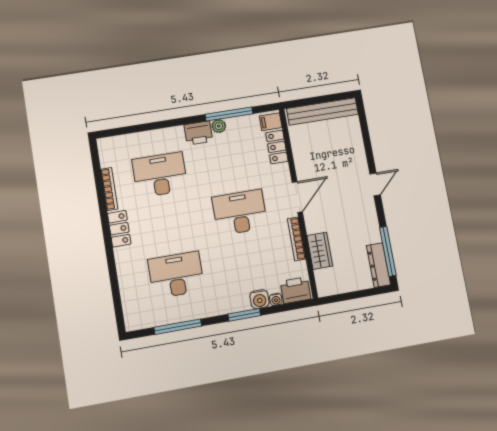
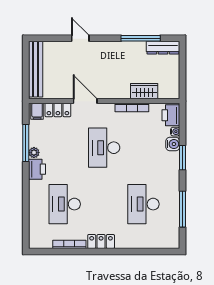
door: (375, 184) -> (80, 38), moved
door: (297, 197) -> (85, 101), moved
window: (388, 251) -> (141, 38), moved

